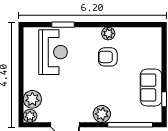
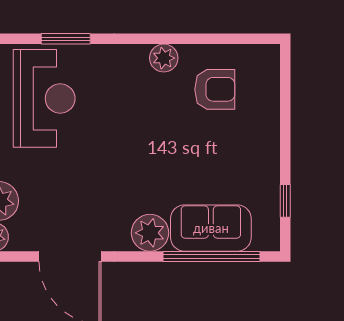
armchair: (108, 57) -> (215, 89), moved, turned 180
sofa: (151, 88) -> (211, 228), moved, turned 90

